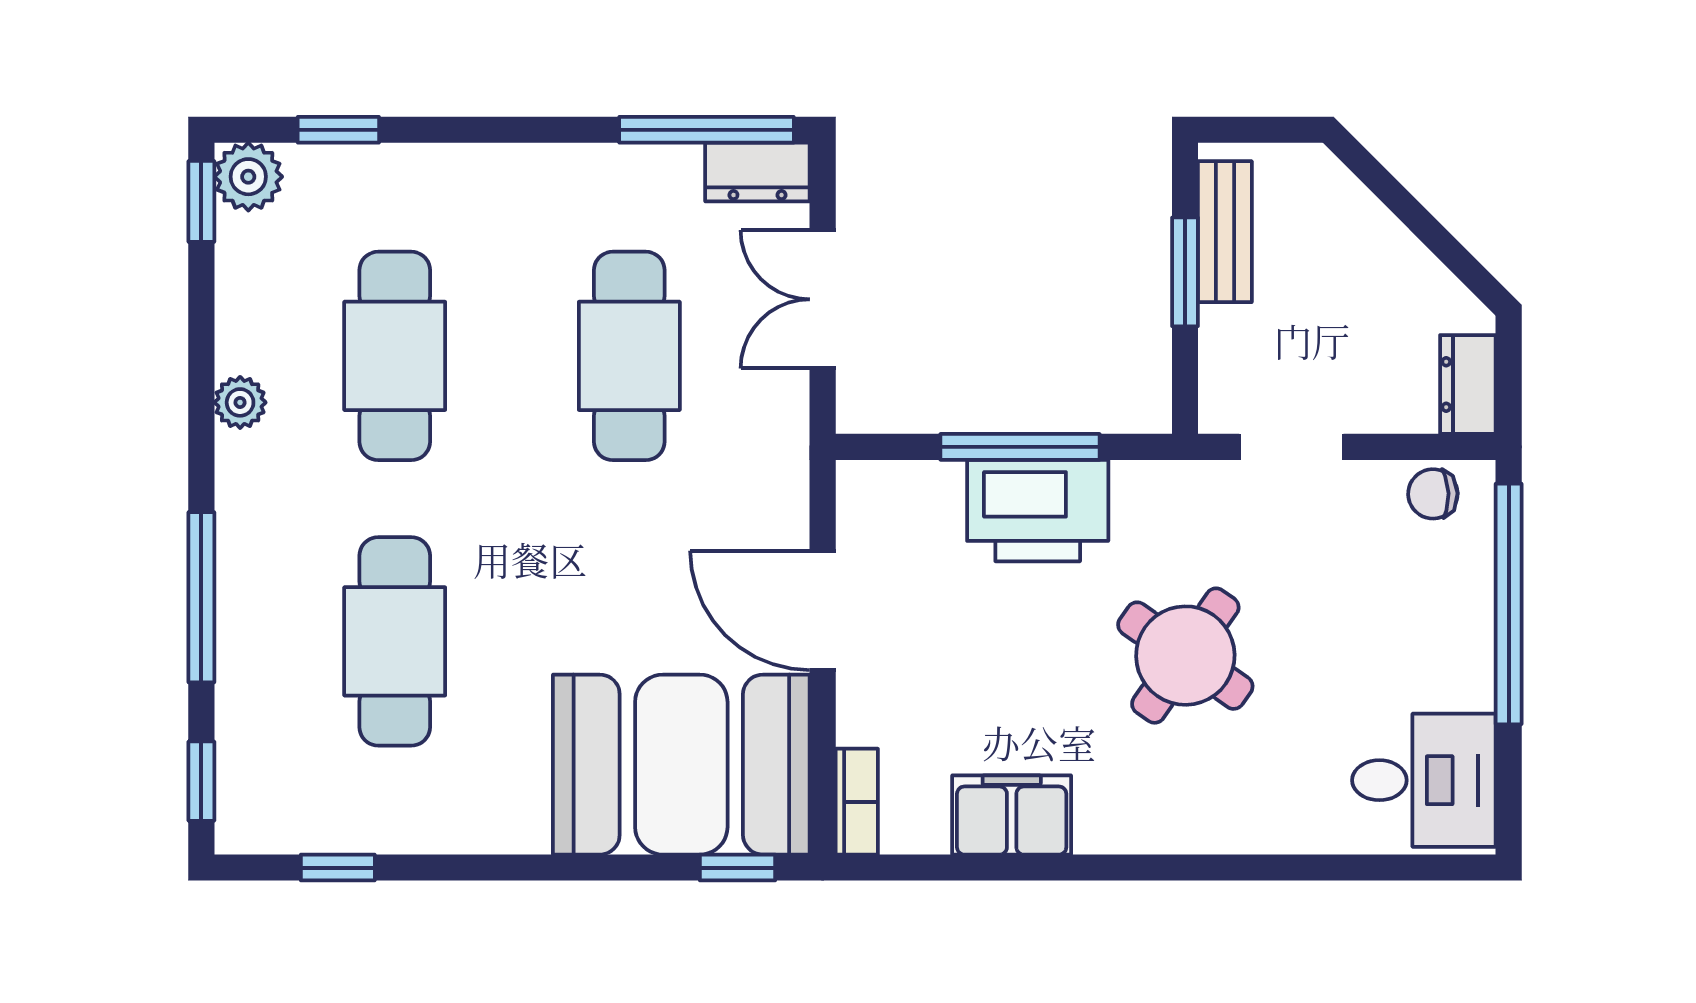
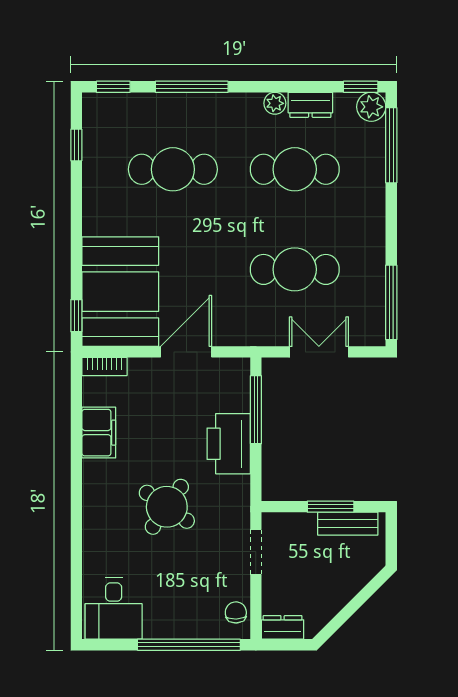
window: (338, 130) -> (391, 145), width x2.17
dresser: (757, 172) -> (310, 105), moved, turned -90
window: (1020, 447) -> (256, 410), moved

